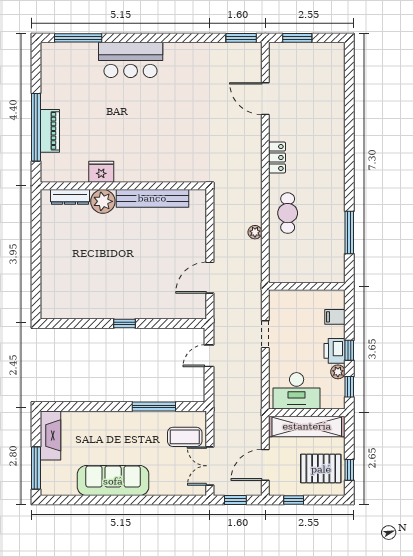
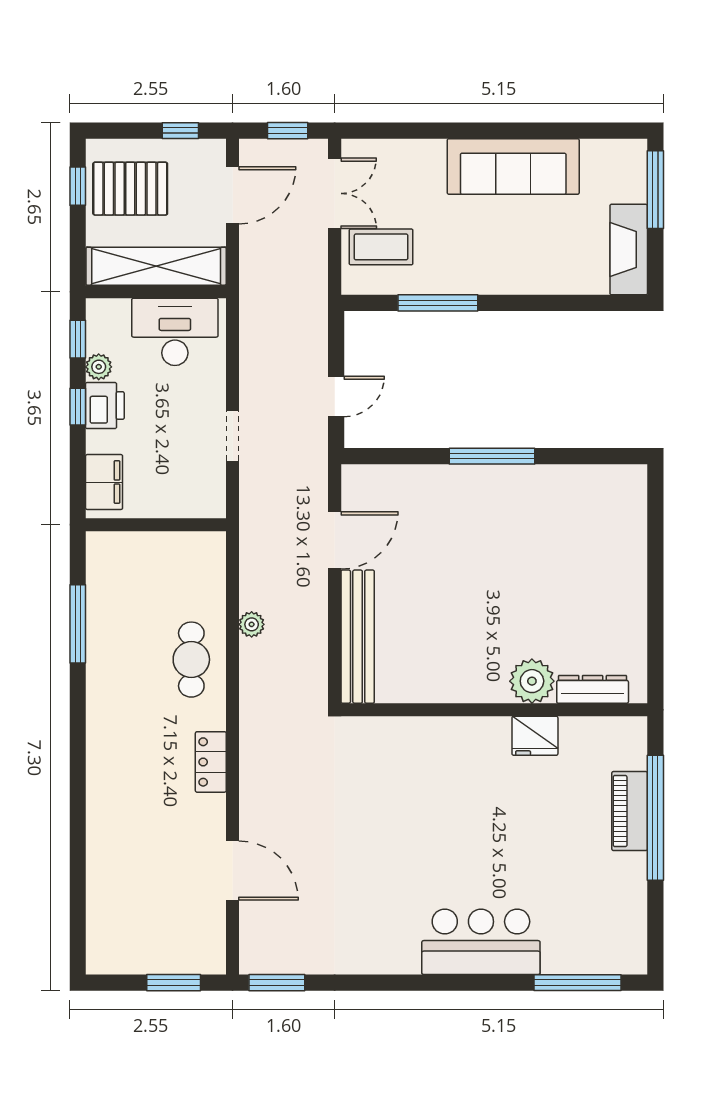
bench: (152, 198) -> (358, 637), moved, turned 90
filing cabinet: (335, 317) -> (104, 482), width x2.00
window: (124, 323) -> (492, 456), width x2.17

